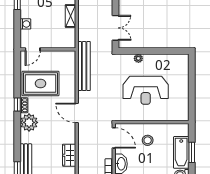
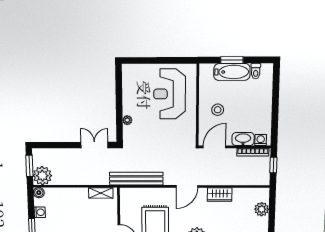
shelving: (71, 16) -> (101, 193), moved
reception desk: (146, 90) -> (170, 94), moved, turned 180
wardrobe: (69, 155) -> (220, 195), moved

